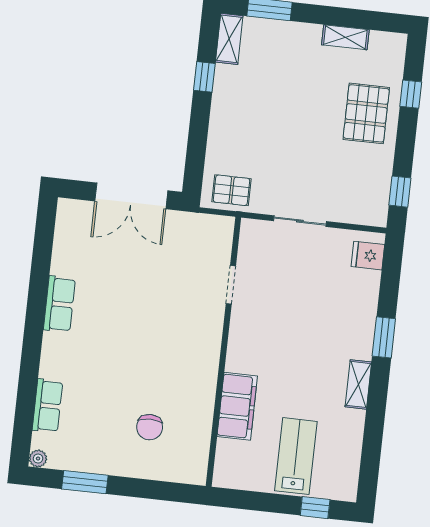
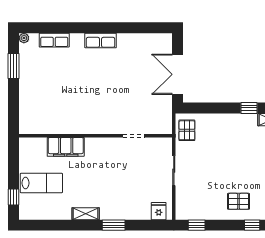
pallet: (366, 113) -> (239, 201), width x0.67, depth x0.71
row of seats: (59, 304) -> (101, 41), moved
chair: (150, 427) -> (49, 99), removed

